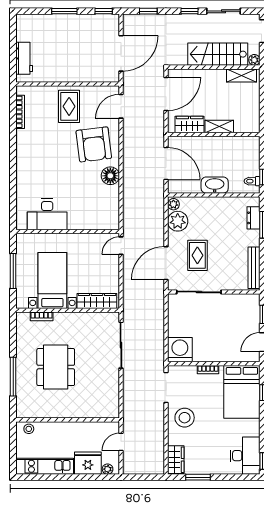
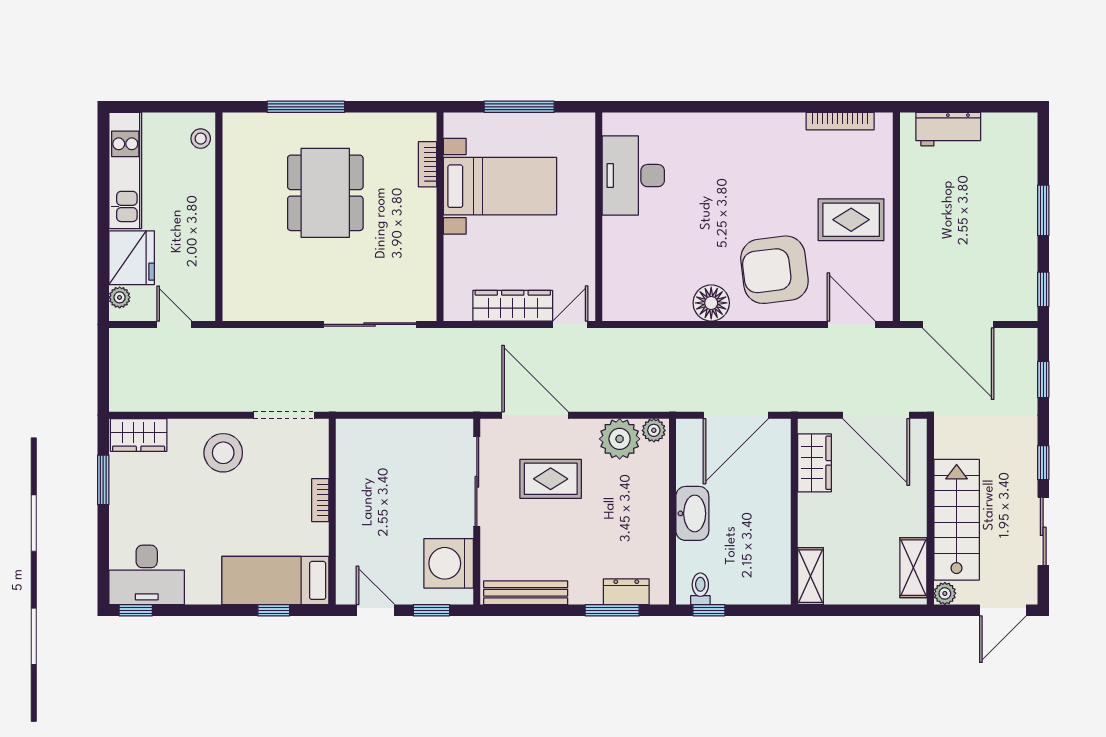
shelving: (219, 127) -> (811, 576), moved
door: (121, 246) -> (570, 324), hinge flipped
wardrobe: (97, 301) -> (513, 306), moved, turned -90
washing machine: (180, 350) -> (449, 563), moved, turned 180
dining table: (56, 367) -> (325, 193), turned 90
bed: (242, 392) -> (275, 580), width x0.67

